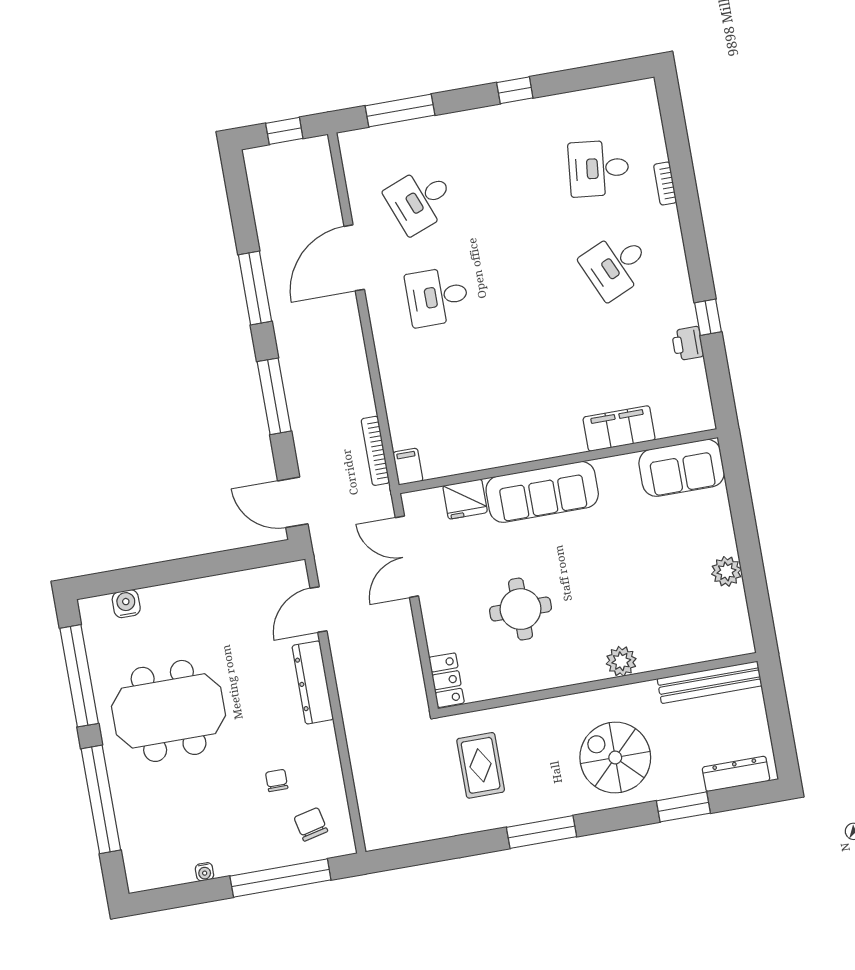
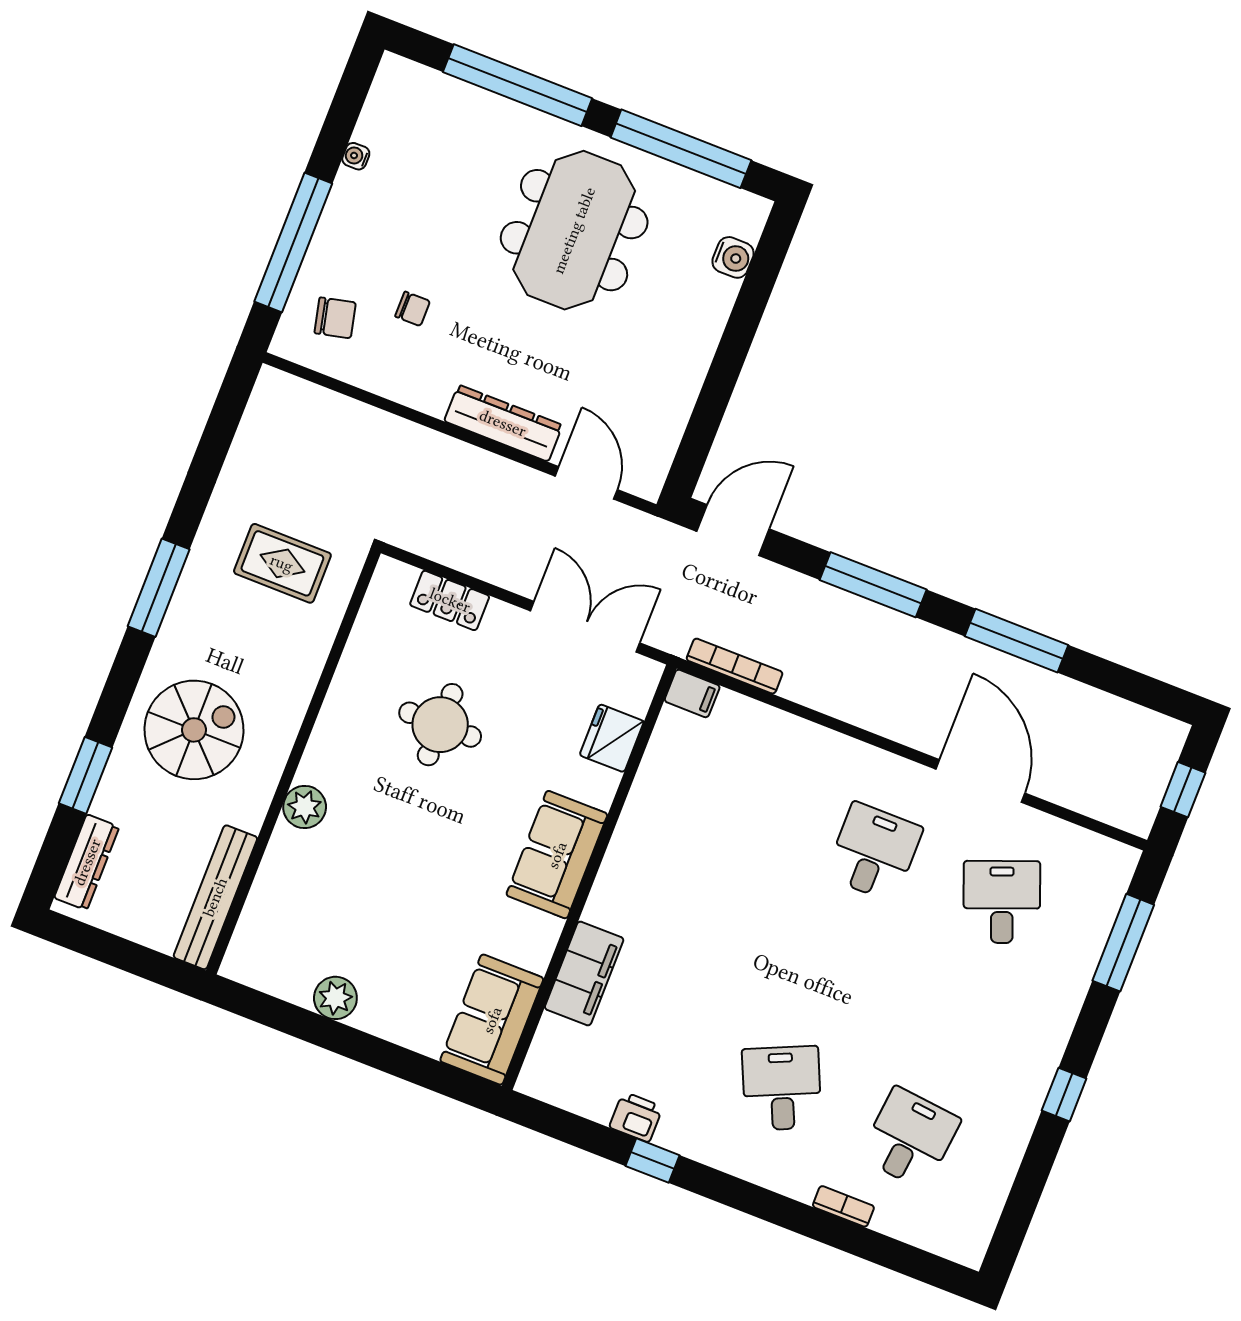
sofa: (542, 492) -> (557, 855), width x0.73
locker: (447, 680) -> (450, 600), moved

